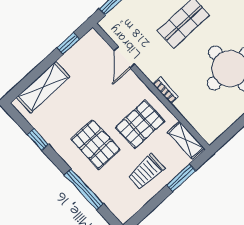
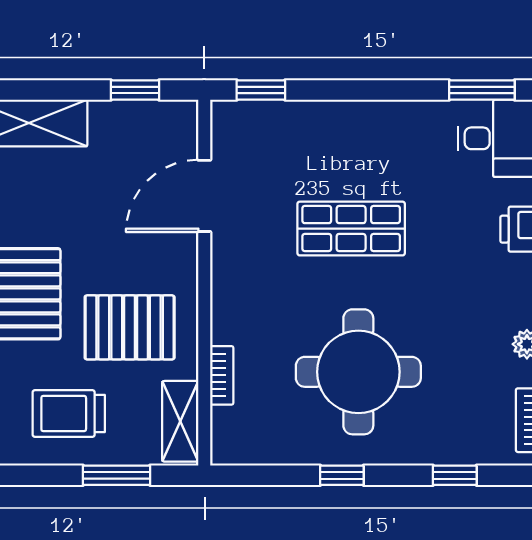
door: (124, 57) -> (204, 196), width x1.38
bookcase: (166, 90) -> (222, 375), moved

